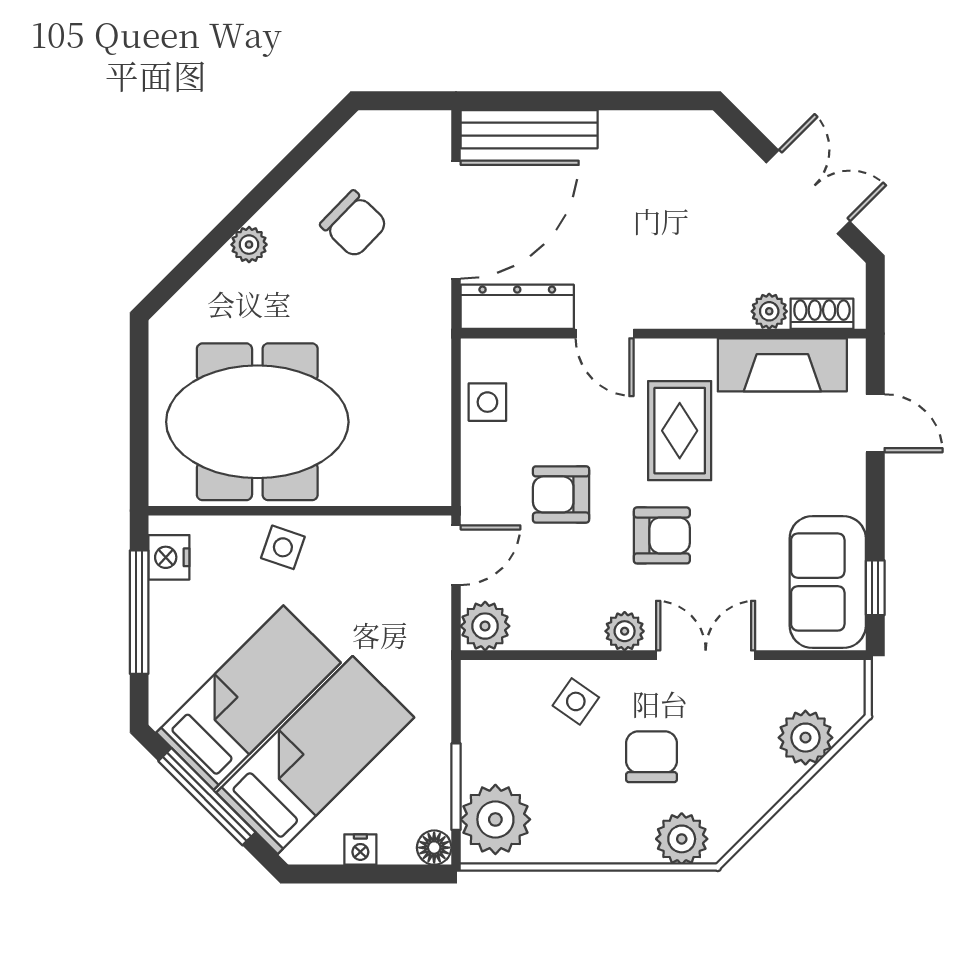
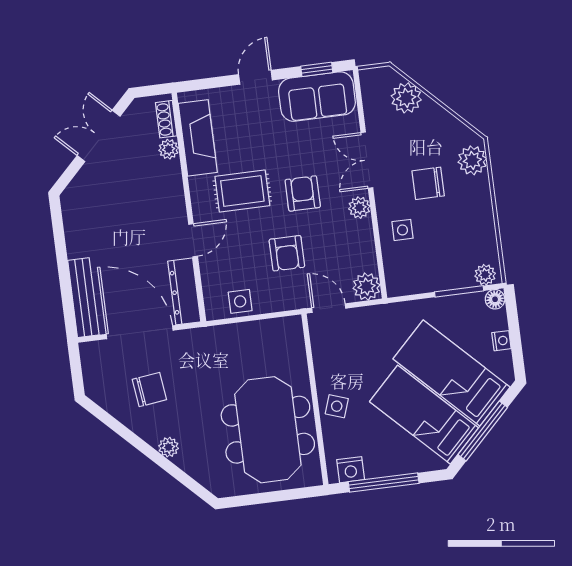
chair: (354, 224) -> (149, 390), turned 39
door: (875, 423) -> (255, 77), moved
side table: (576, 701) -> (402, 230), turned -35
plant: (495, 819) -> (485, 275), width x0.53, depth x0.53

